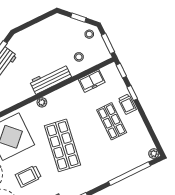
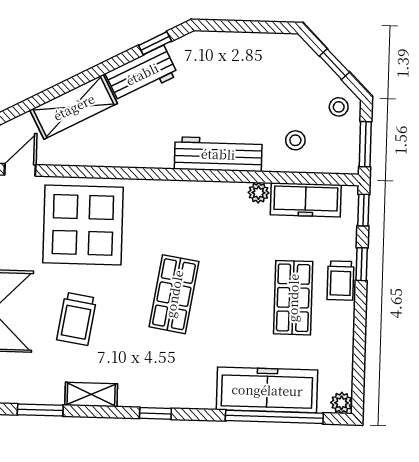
freezer: (92, 81) -> (306, 200), width x1.40
plant: (42, 102) -> (258, 193), moved
shop shelf: (62, 145) -> (174, 294), width x0.70, depth x0.74
freezer: (121, 164) -> (267, 390), added
trolley: (28, 176) -> (77, 319), turned -81

